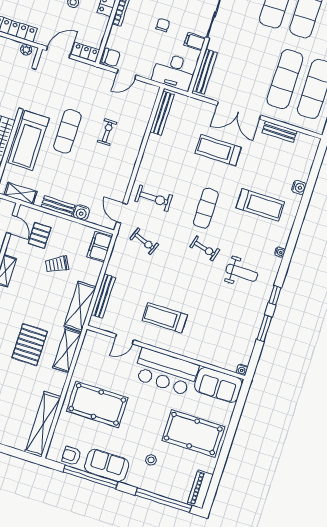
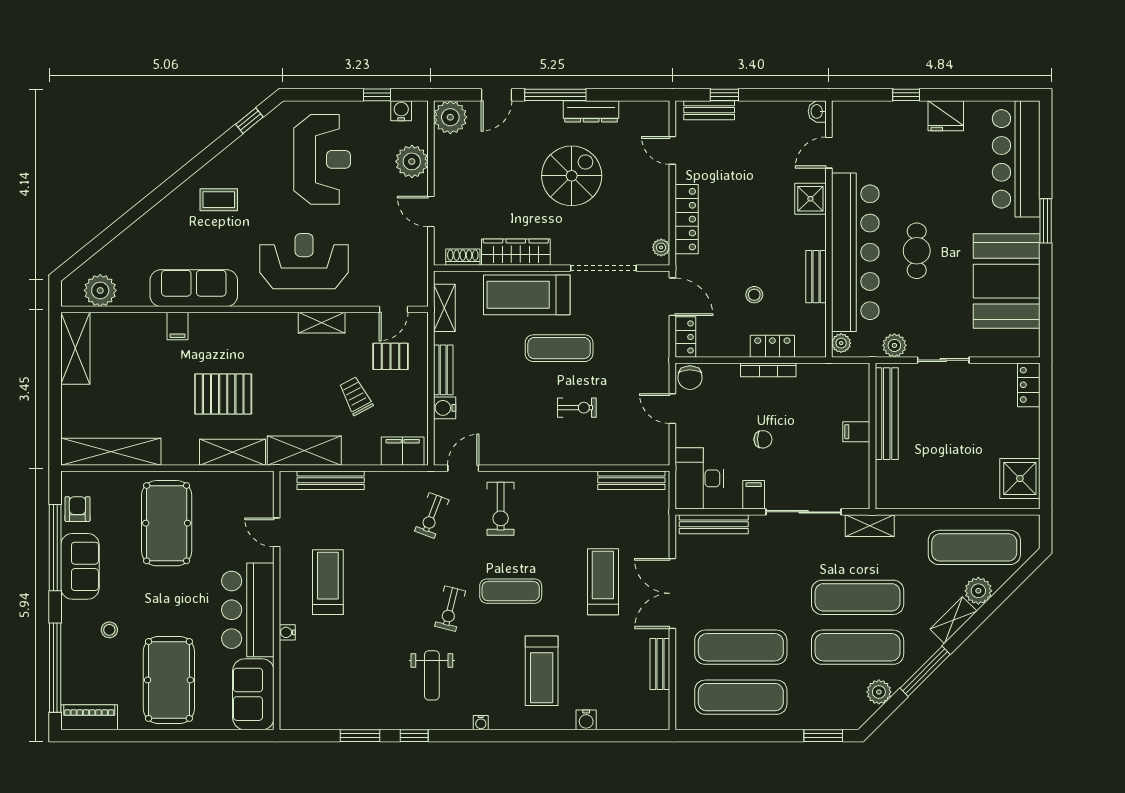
water cooler: (242, 370) -> (287, 632), moved

